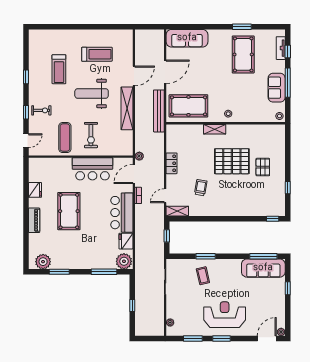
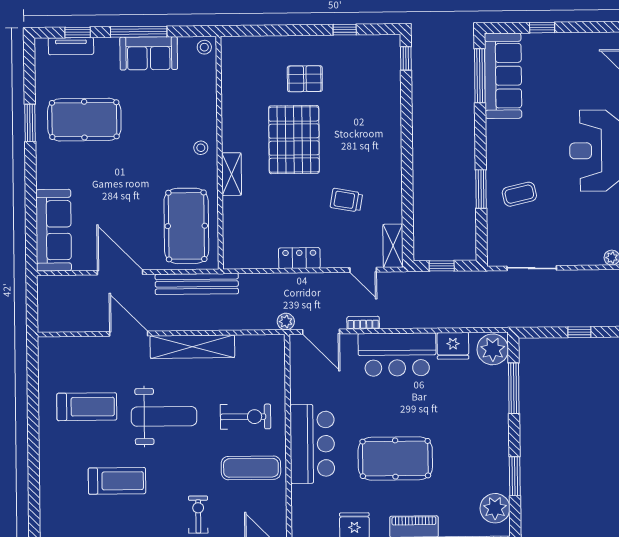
treadmill: (97, 54) -> (87, 407), turned 90
weight bench: (92, 93) -> (164, 416), turned -90
bar counter: (92, 169) -> (312, 444), moved

